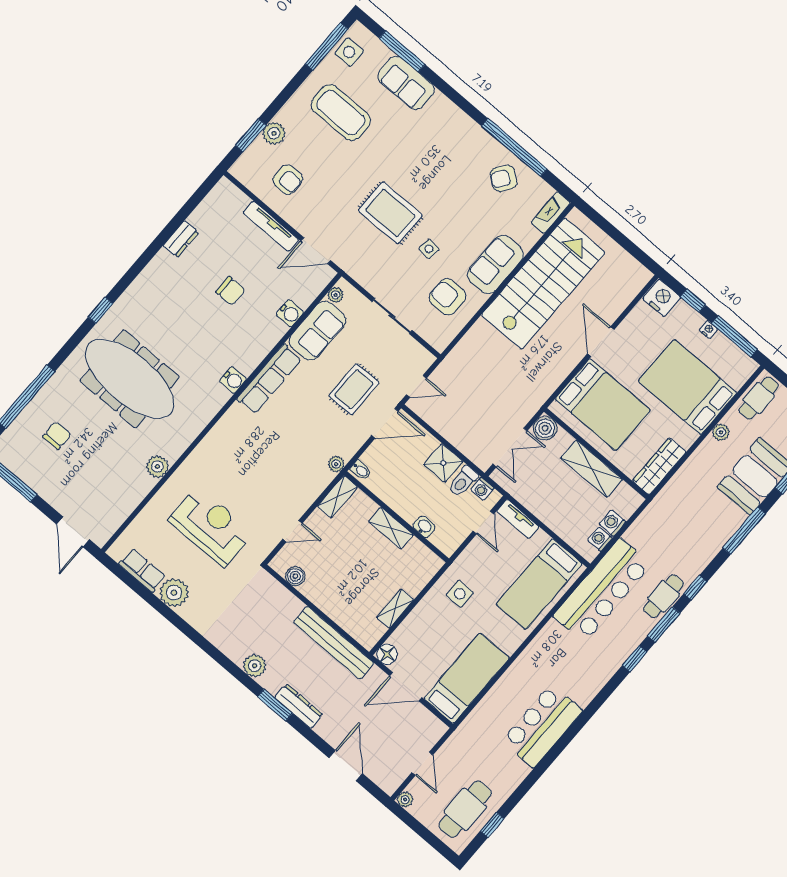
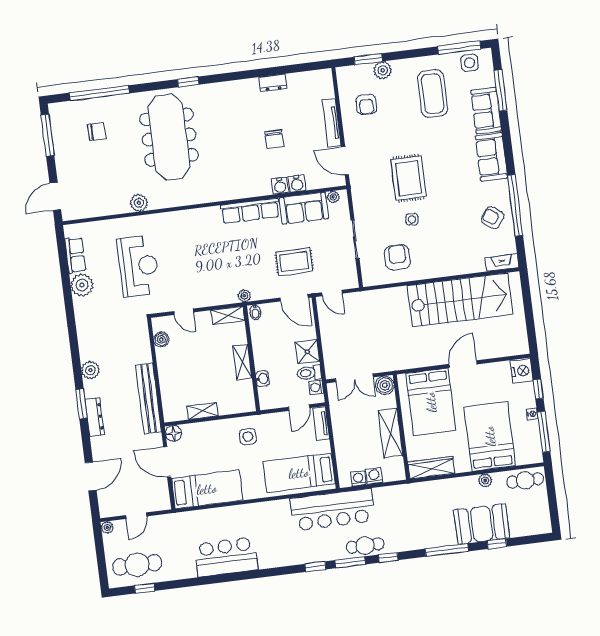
sofa: (495, 264) -> (491, 157), moved, turned -90
water cooler: (233, 380) -> (280, 186), moved

